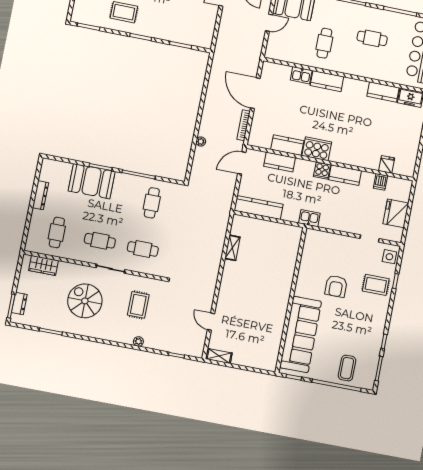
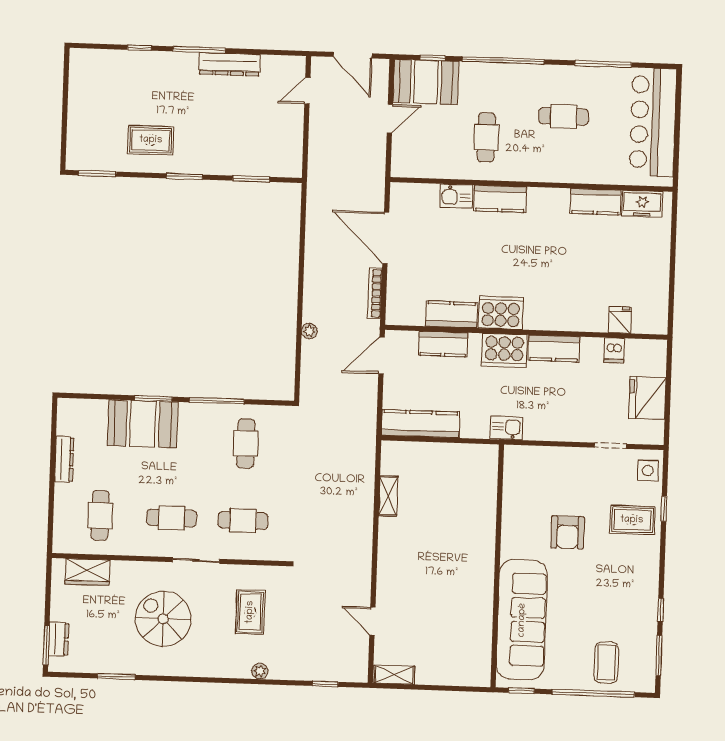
cooker: (322, 171) -> (504, 351), width x1.87, depth x1.31

